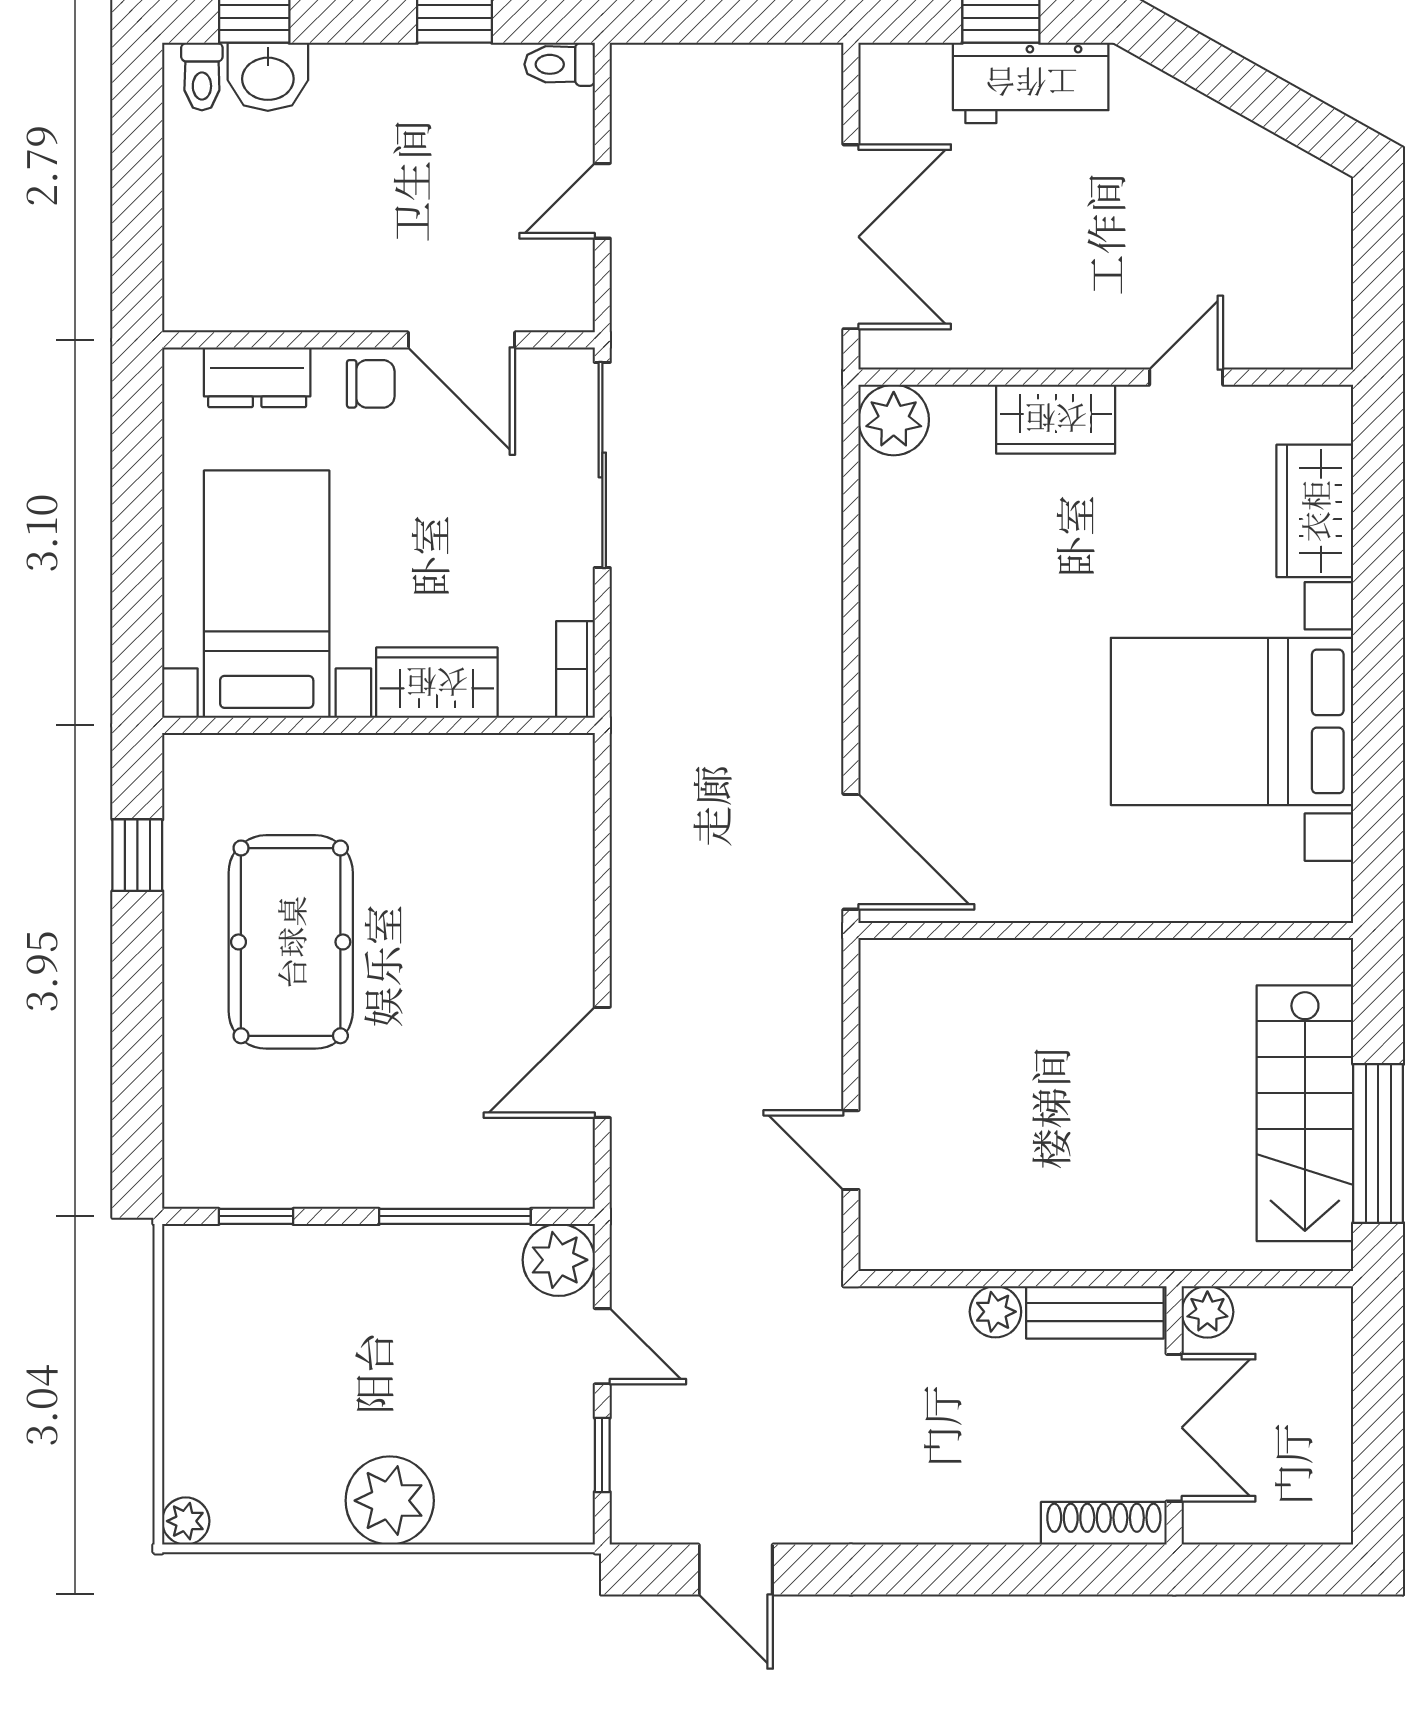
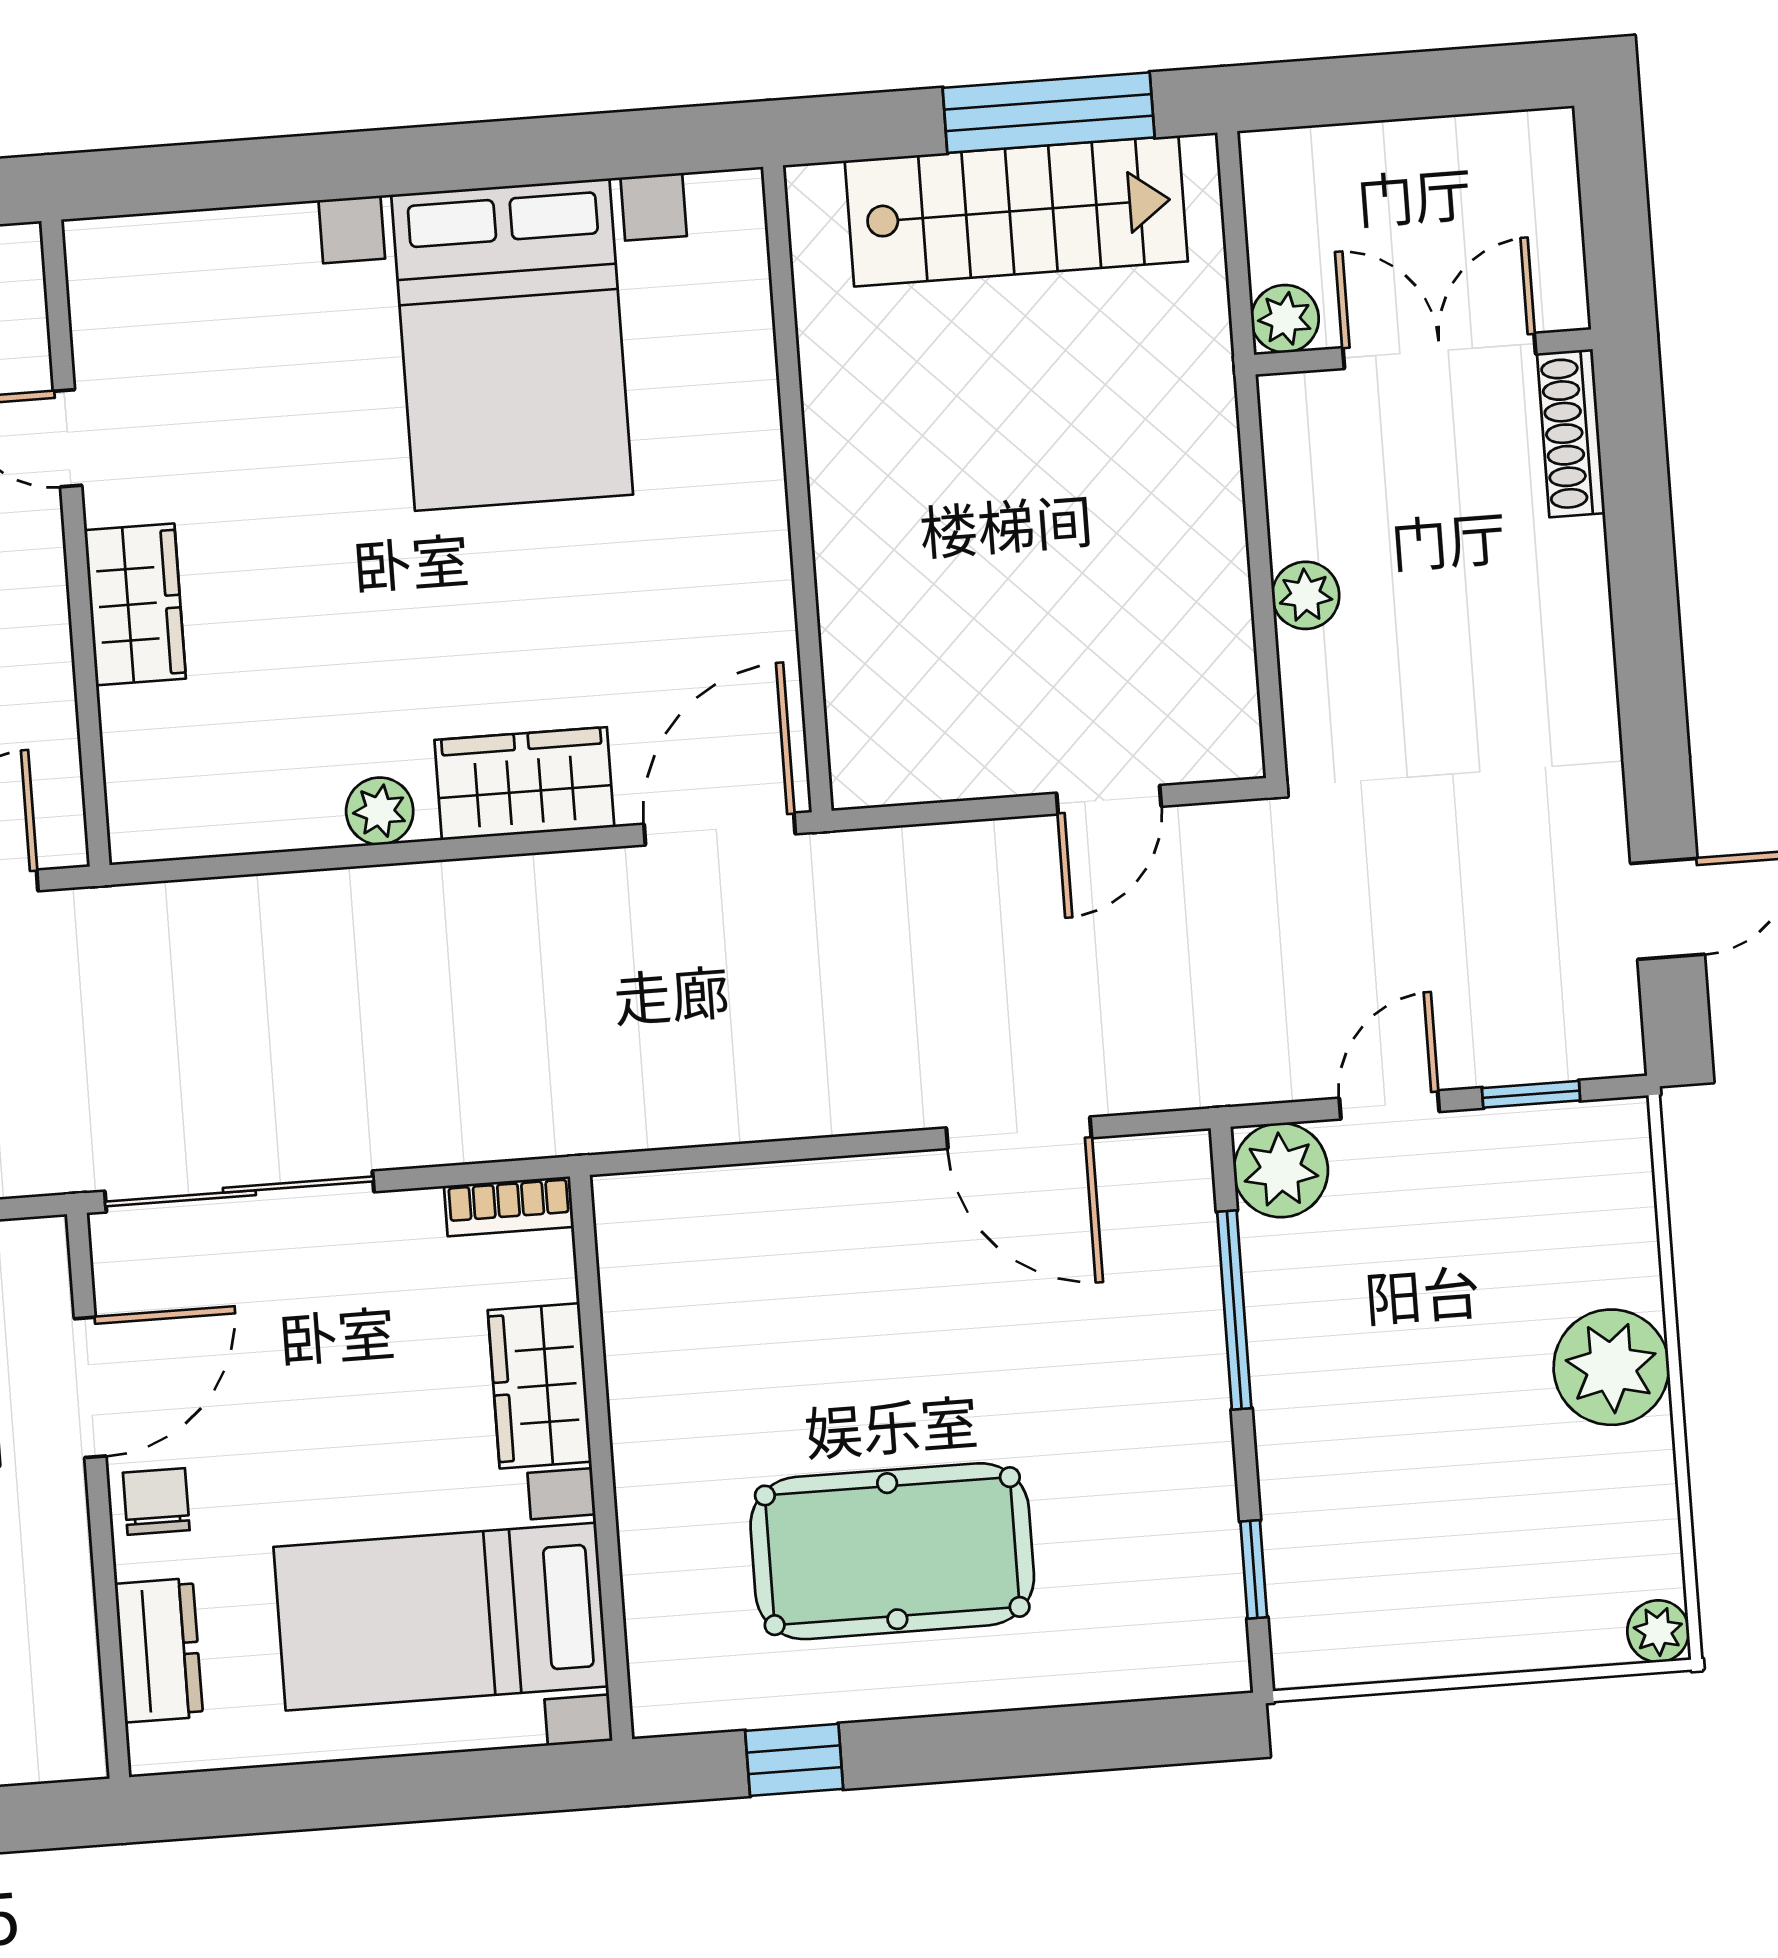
plant: (894, 420) -> (380, 811), moved, width x0.73, depth x0.73
wardrobe: (1315, 511) -> (524, 784), moved, turned 180
bench: (1095, 1312) -> (1297, 466), removed

